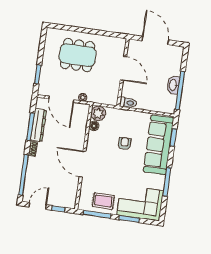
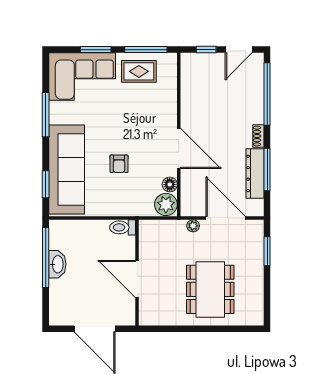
dining table: (78, 55) -> (210, 289), turned 90
door: (83, 164) -> (179, 148), moved

